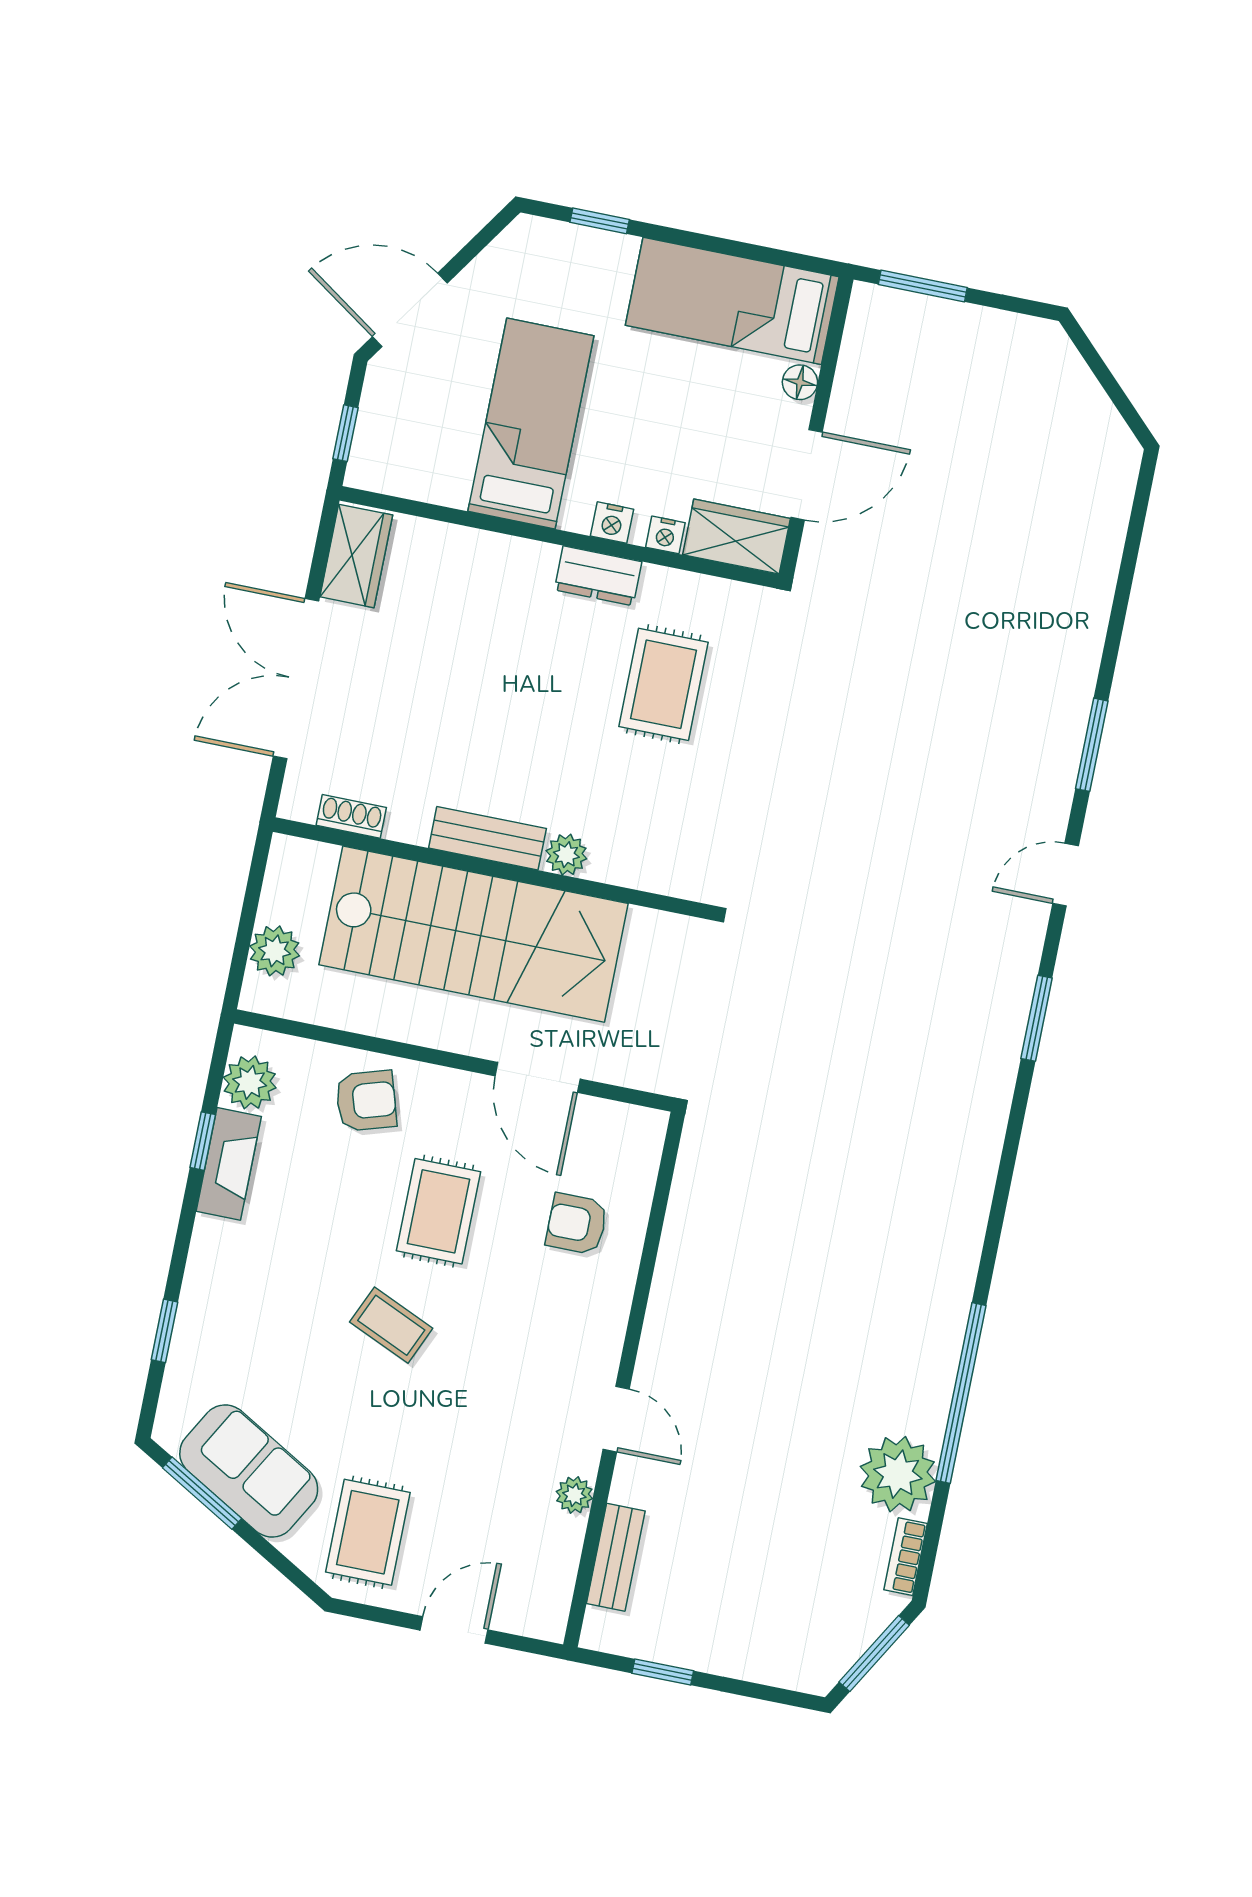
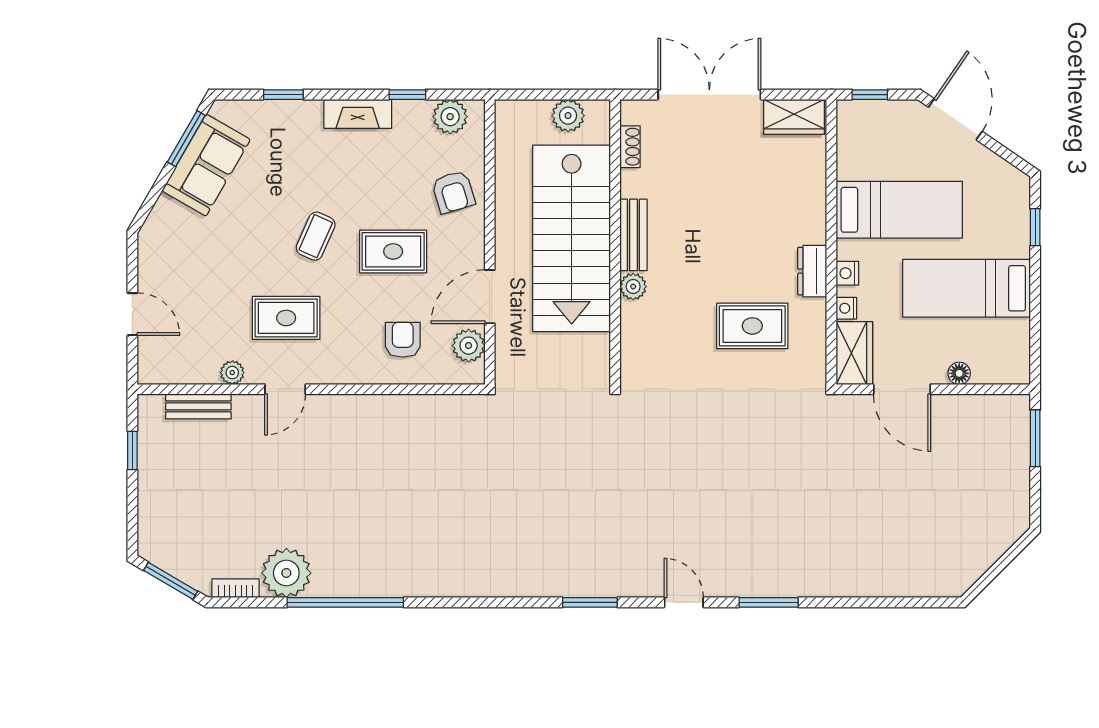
bed: (732, 301) -> (966, 288), moved, turned -90
plant: (275, 951) -> (568, 116), moved
plant: (606, 1125) -> (469, 346), added
fireplace: (229, 1164) -> (358, 114), moved
rug: (368, 1532) -> (286, 318), moved

